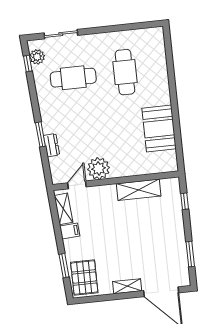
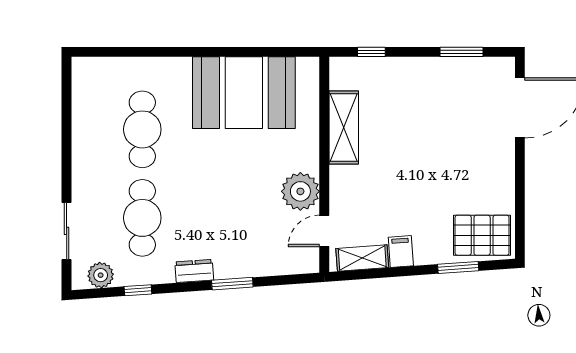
window: (28, 63) -> (138, 290), moved
cafe table: (125, 72) -> (142, 129), turned 90
booth: (159, 129) -> (244, 93), width x1.36, depth x1.42
dresser: (51, 145) -> (194, 271), moved
door: (77, 185) -> (324, 231), hinge flipped
shelving: (127, 286) -> (504, 164), removed

